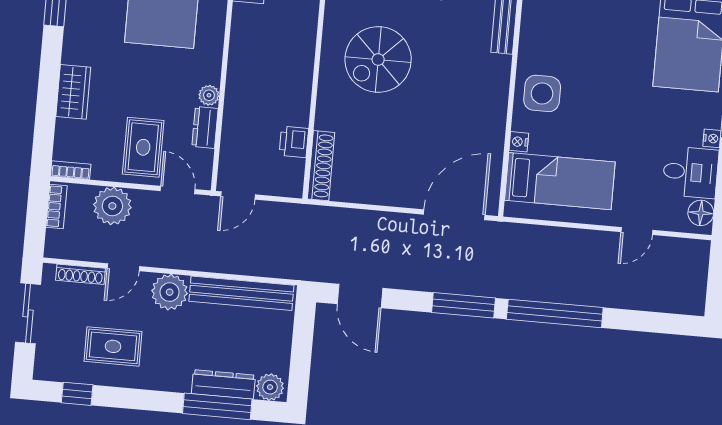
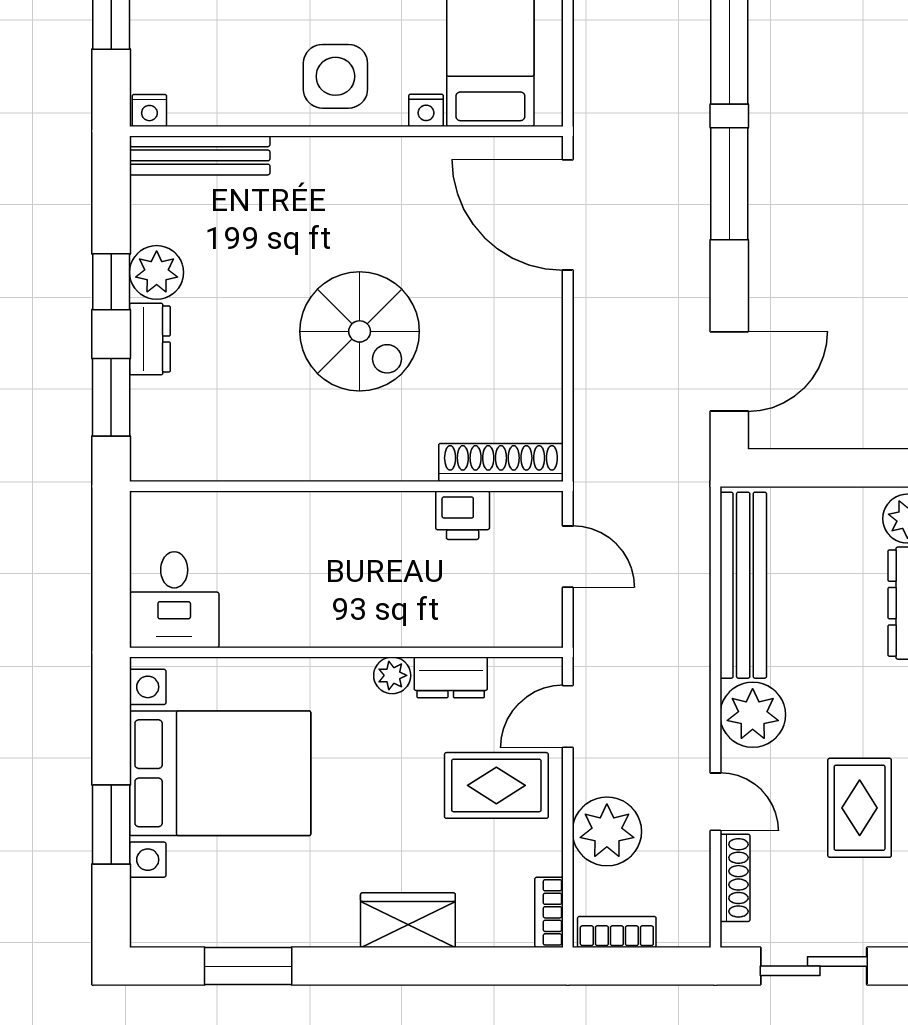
spiral stairs: (378, 59) -> (360, 331), moved
door: (238, 195) -> (568, 557), moved

